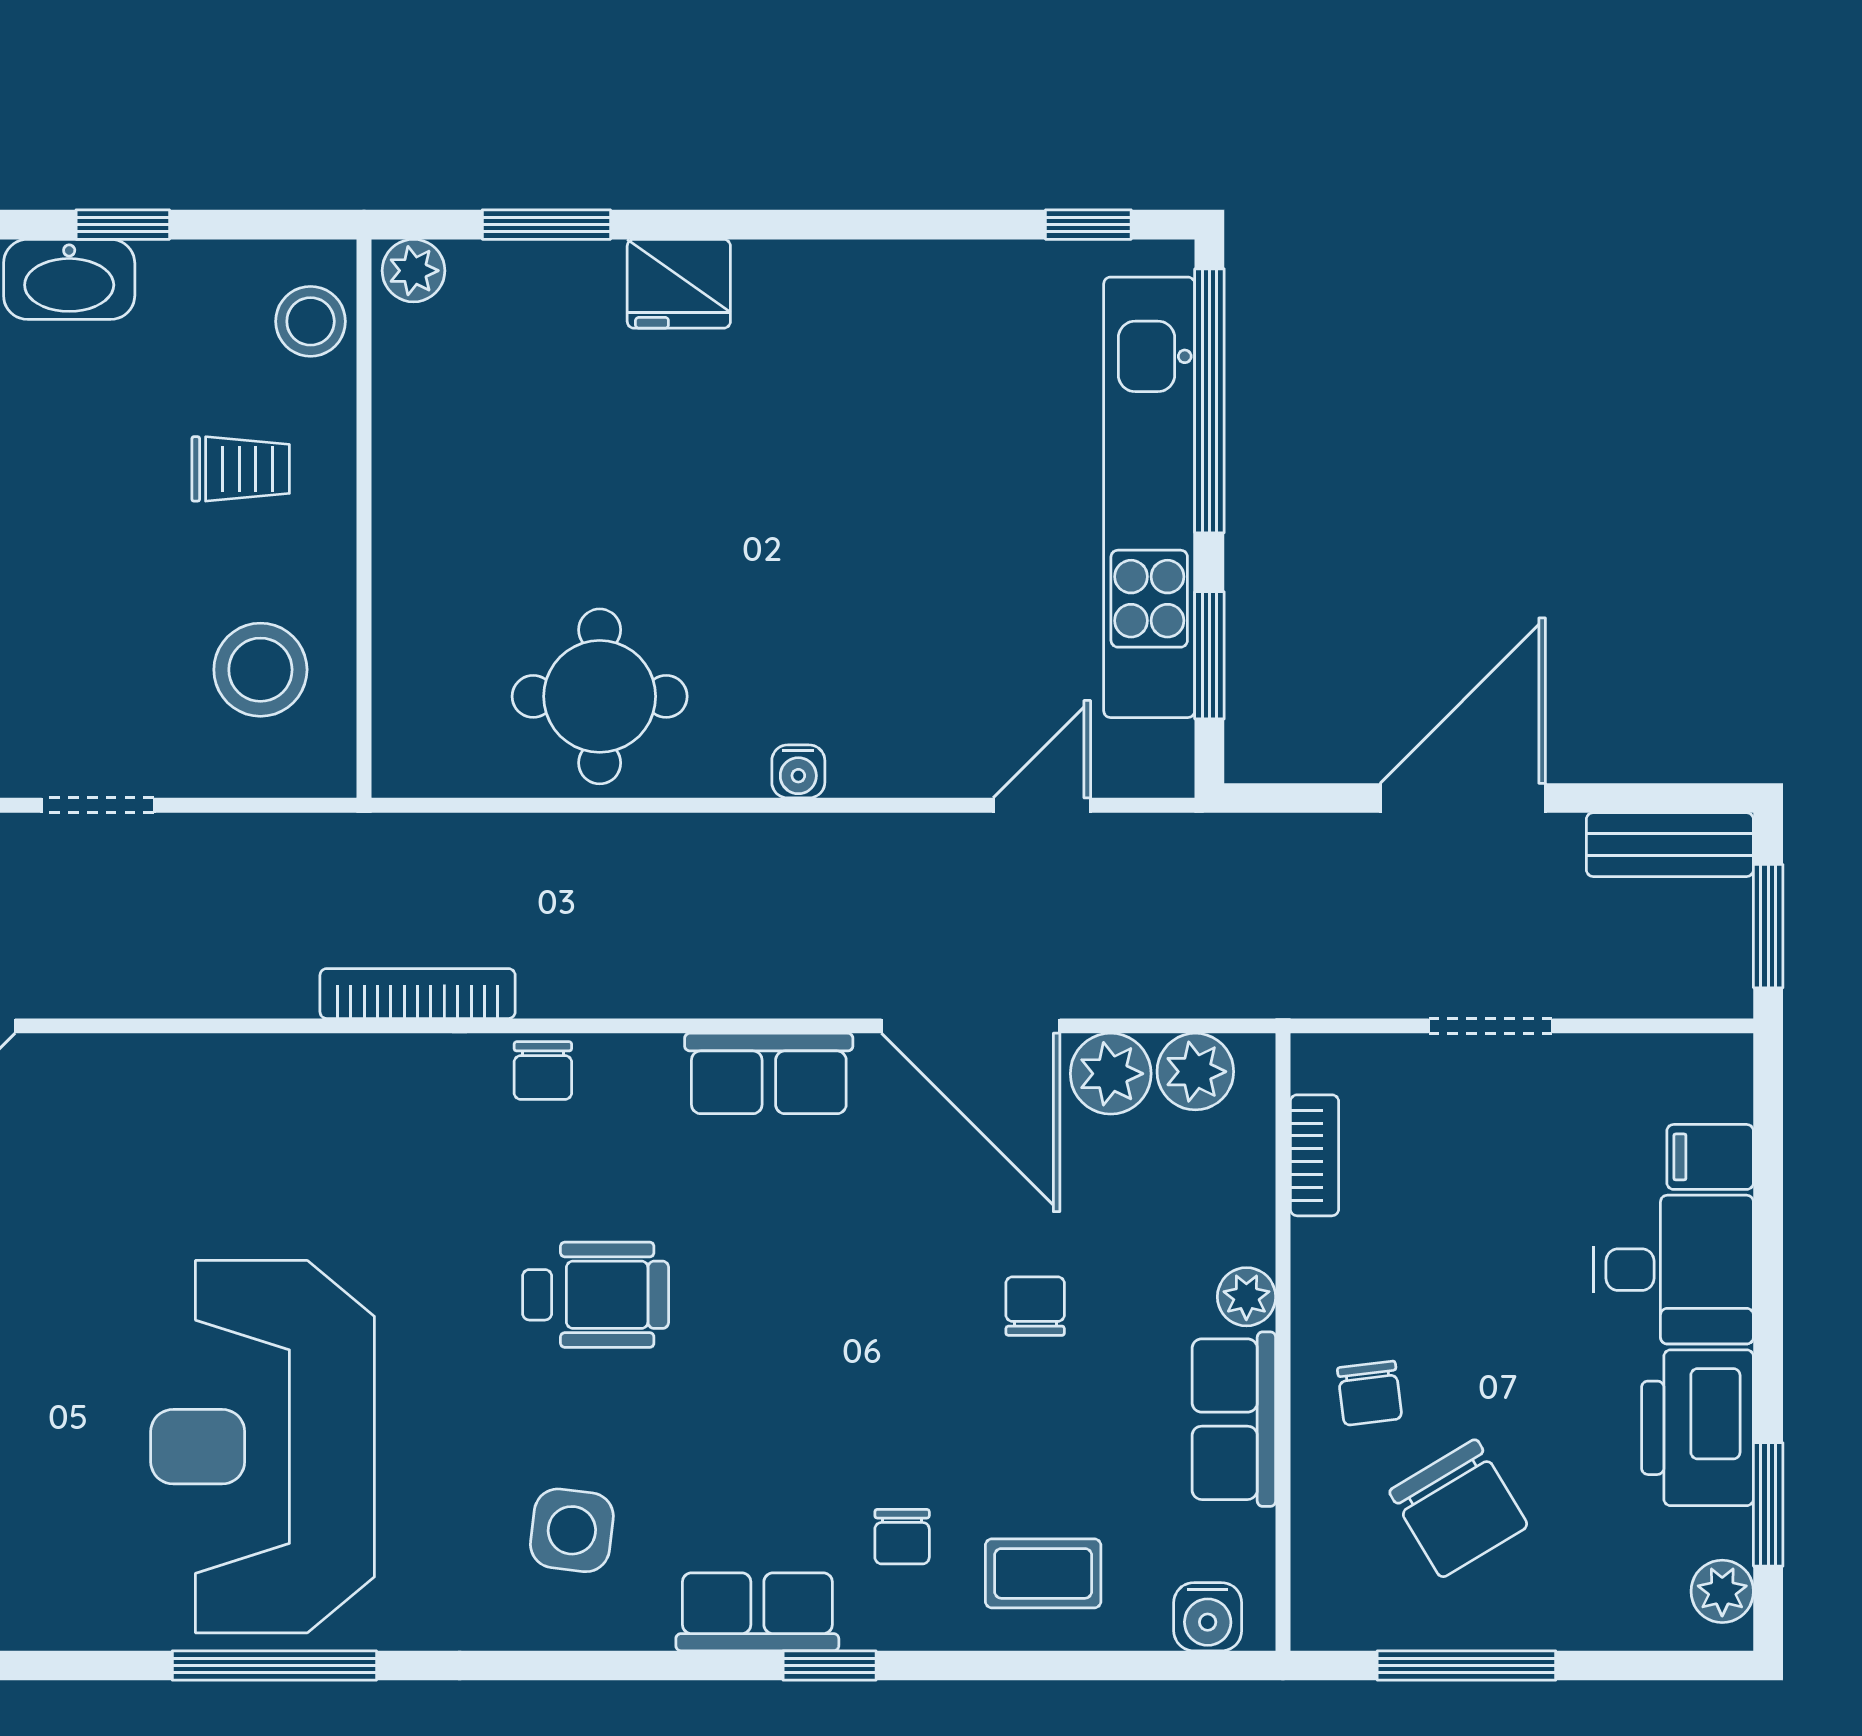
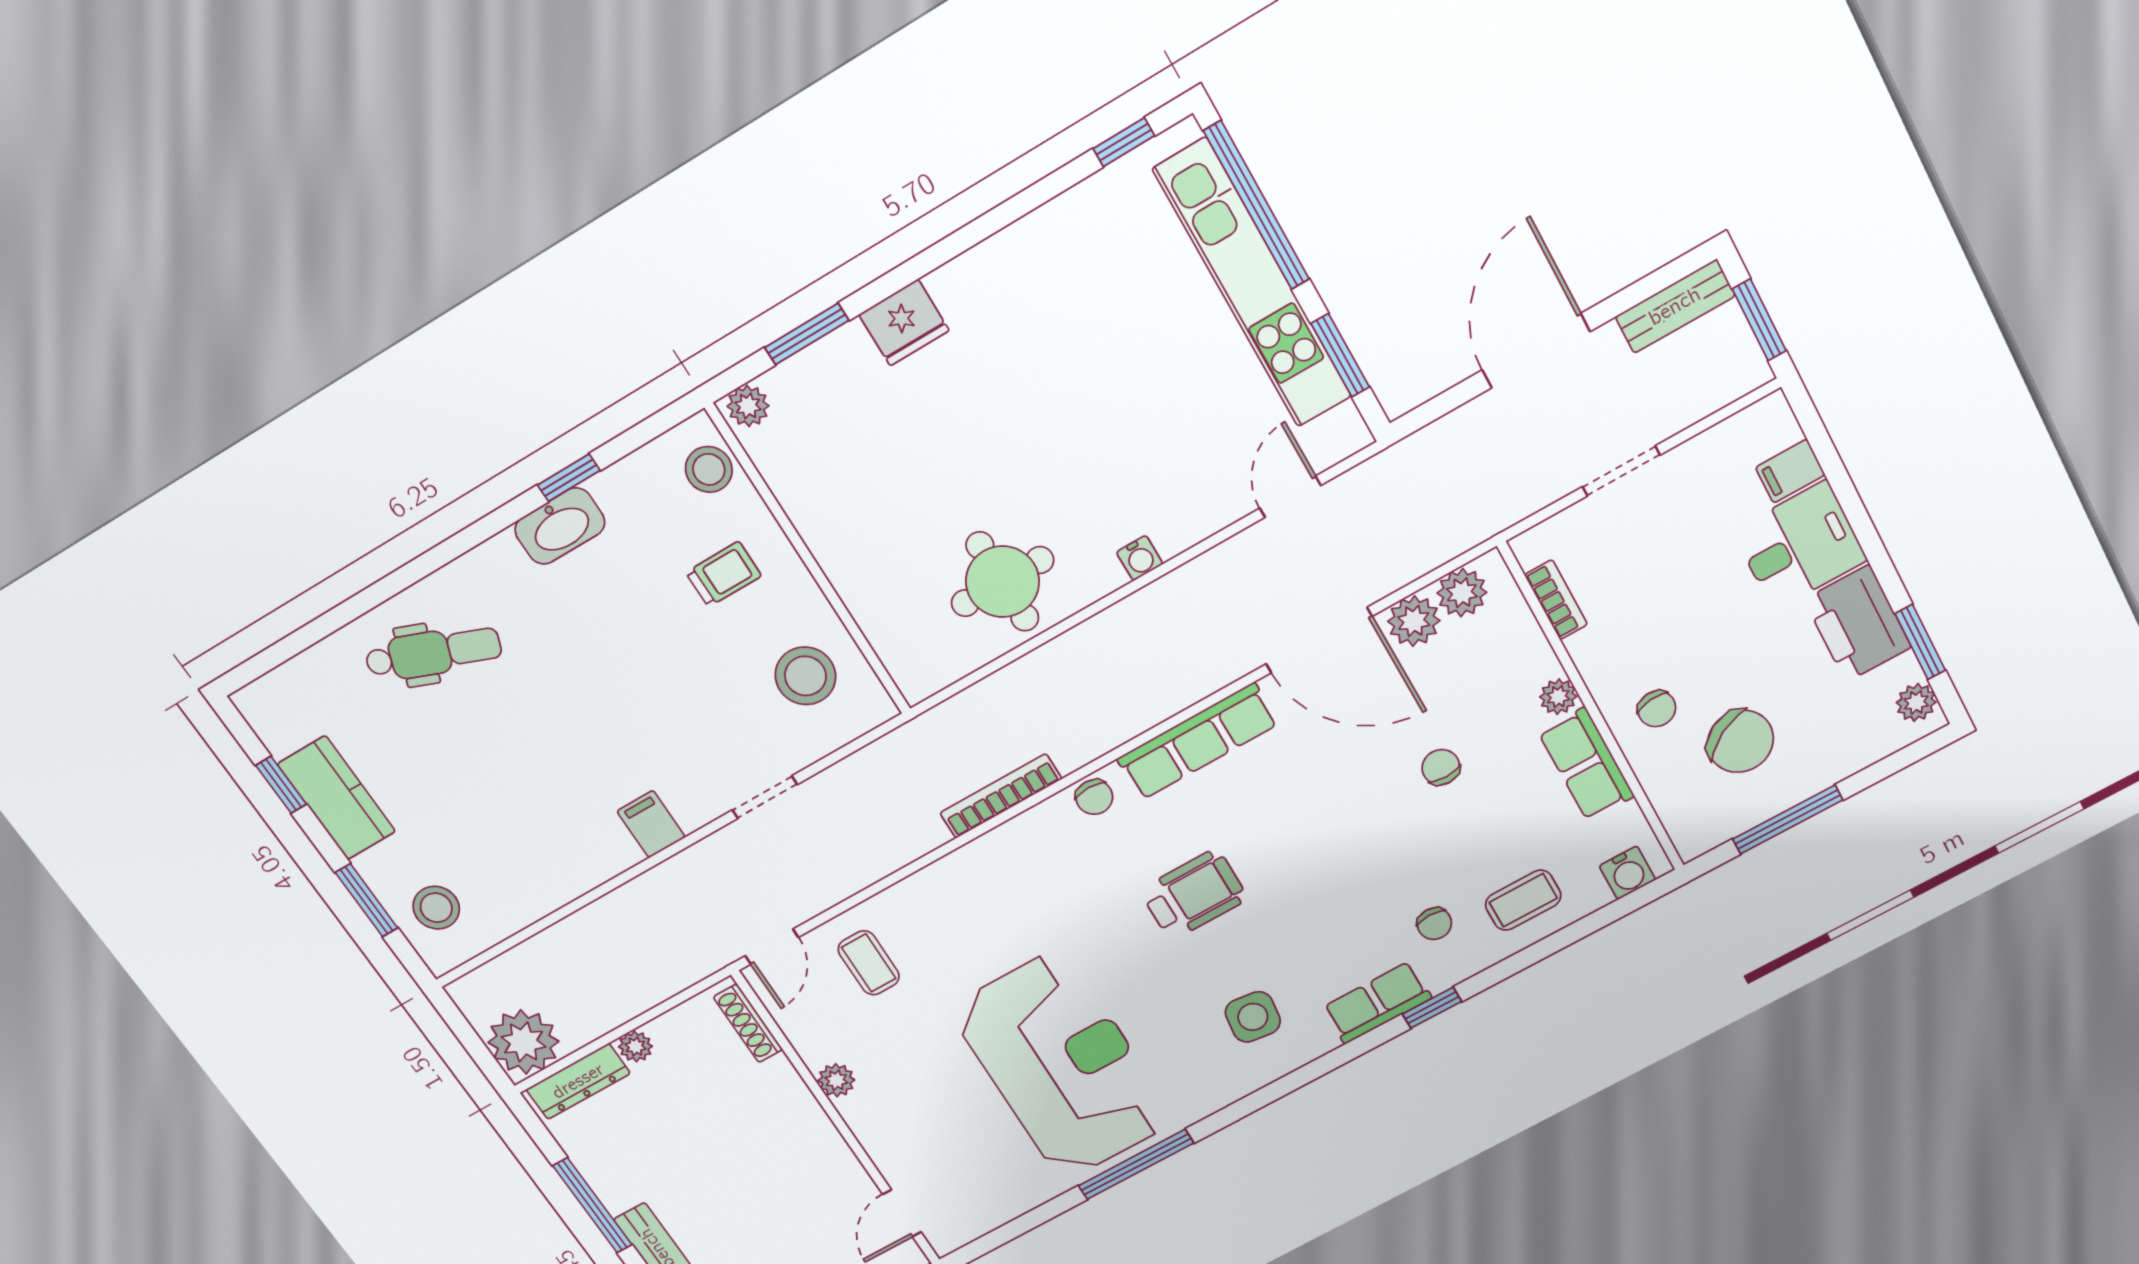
row of seats: (769, 1073) -> (1198, 741), width x1.48
coffee table: (88, 1130) -> (869, 963), added
reception desk: (263, 1447) -> (1063, 1065), turned 180

